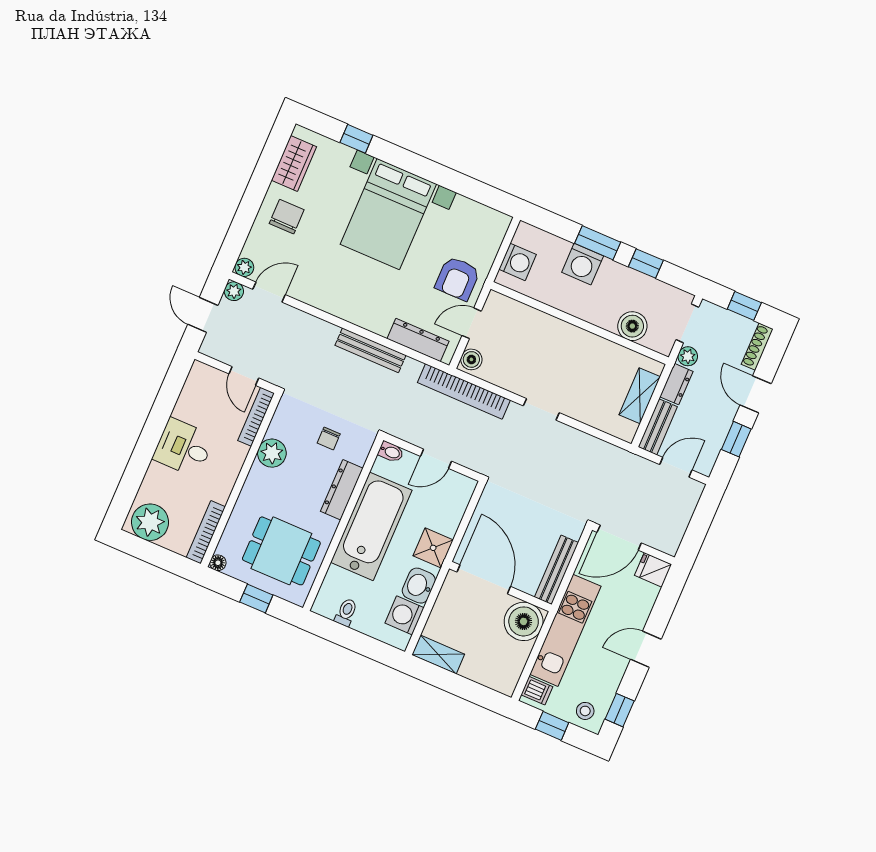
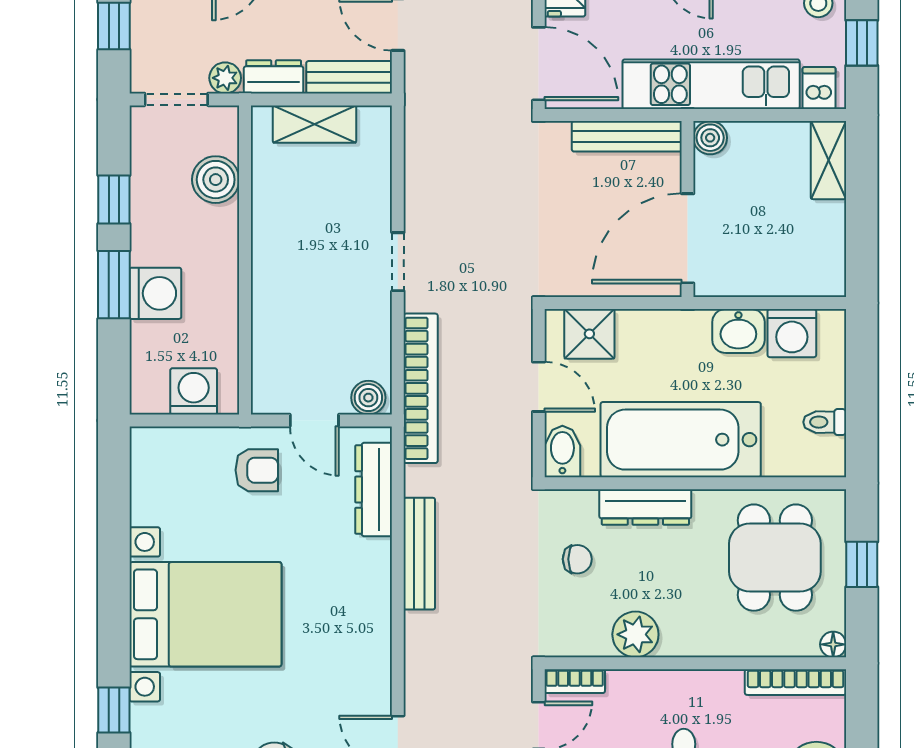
armchair: (457, 278) -> (257, 470), width x0.72, depth x0.72
bookcase: (256, 417) -> (575, 681), width x0.64
bidet: (391, 452) -> (562, 452), width x1.38, depth x1.36
shower: (433, 548) -> (589, 334), moved
boiler: (524, 621) -> (710, 138), width x0.54, depth x0.54
shelving: (438, 654) -> (828, 160), moved

